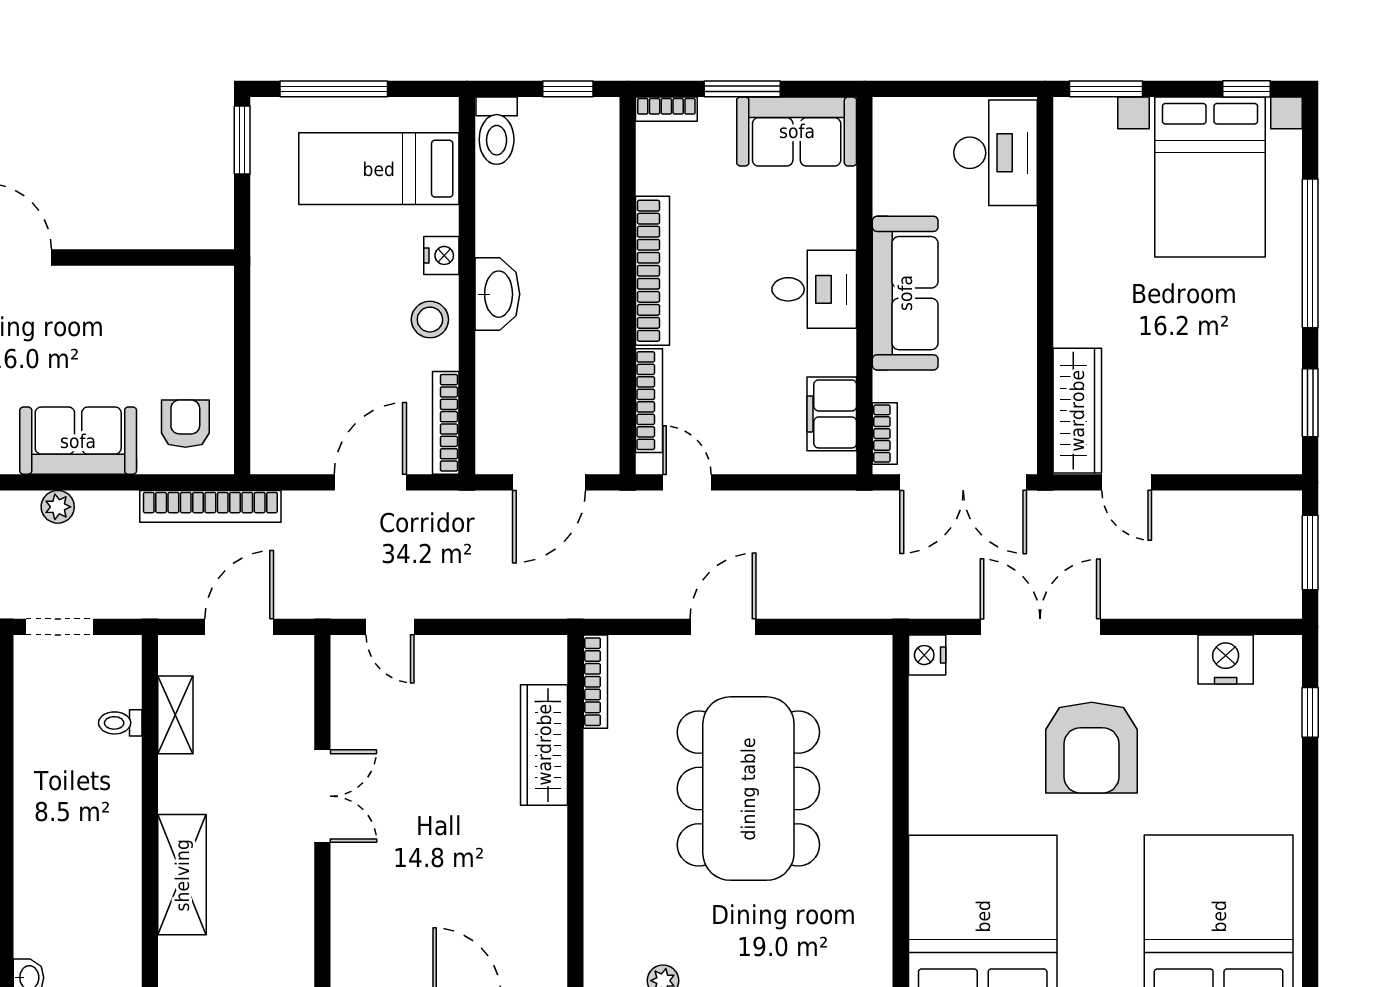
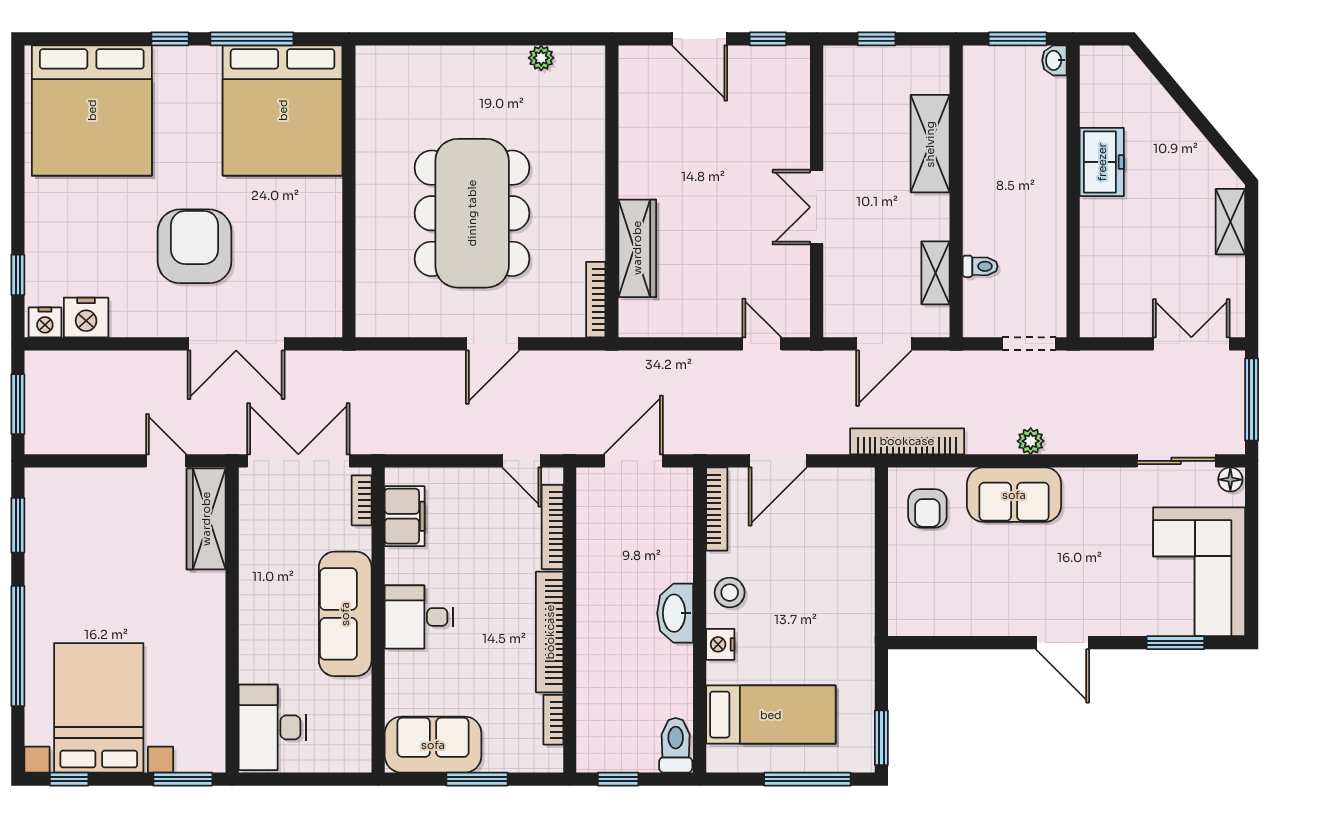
bookcase: (666, 109) -> (553, 720), moved, turned -90
nightstand: (927, 655) -> (45, 322), moved, turned 90

